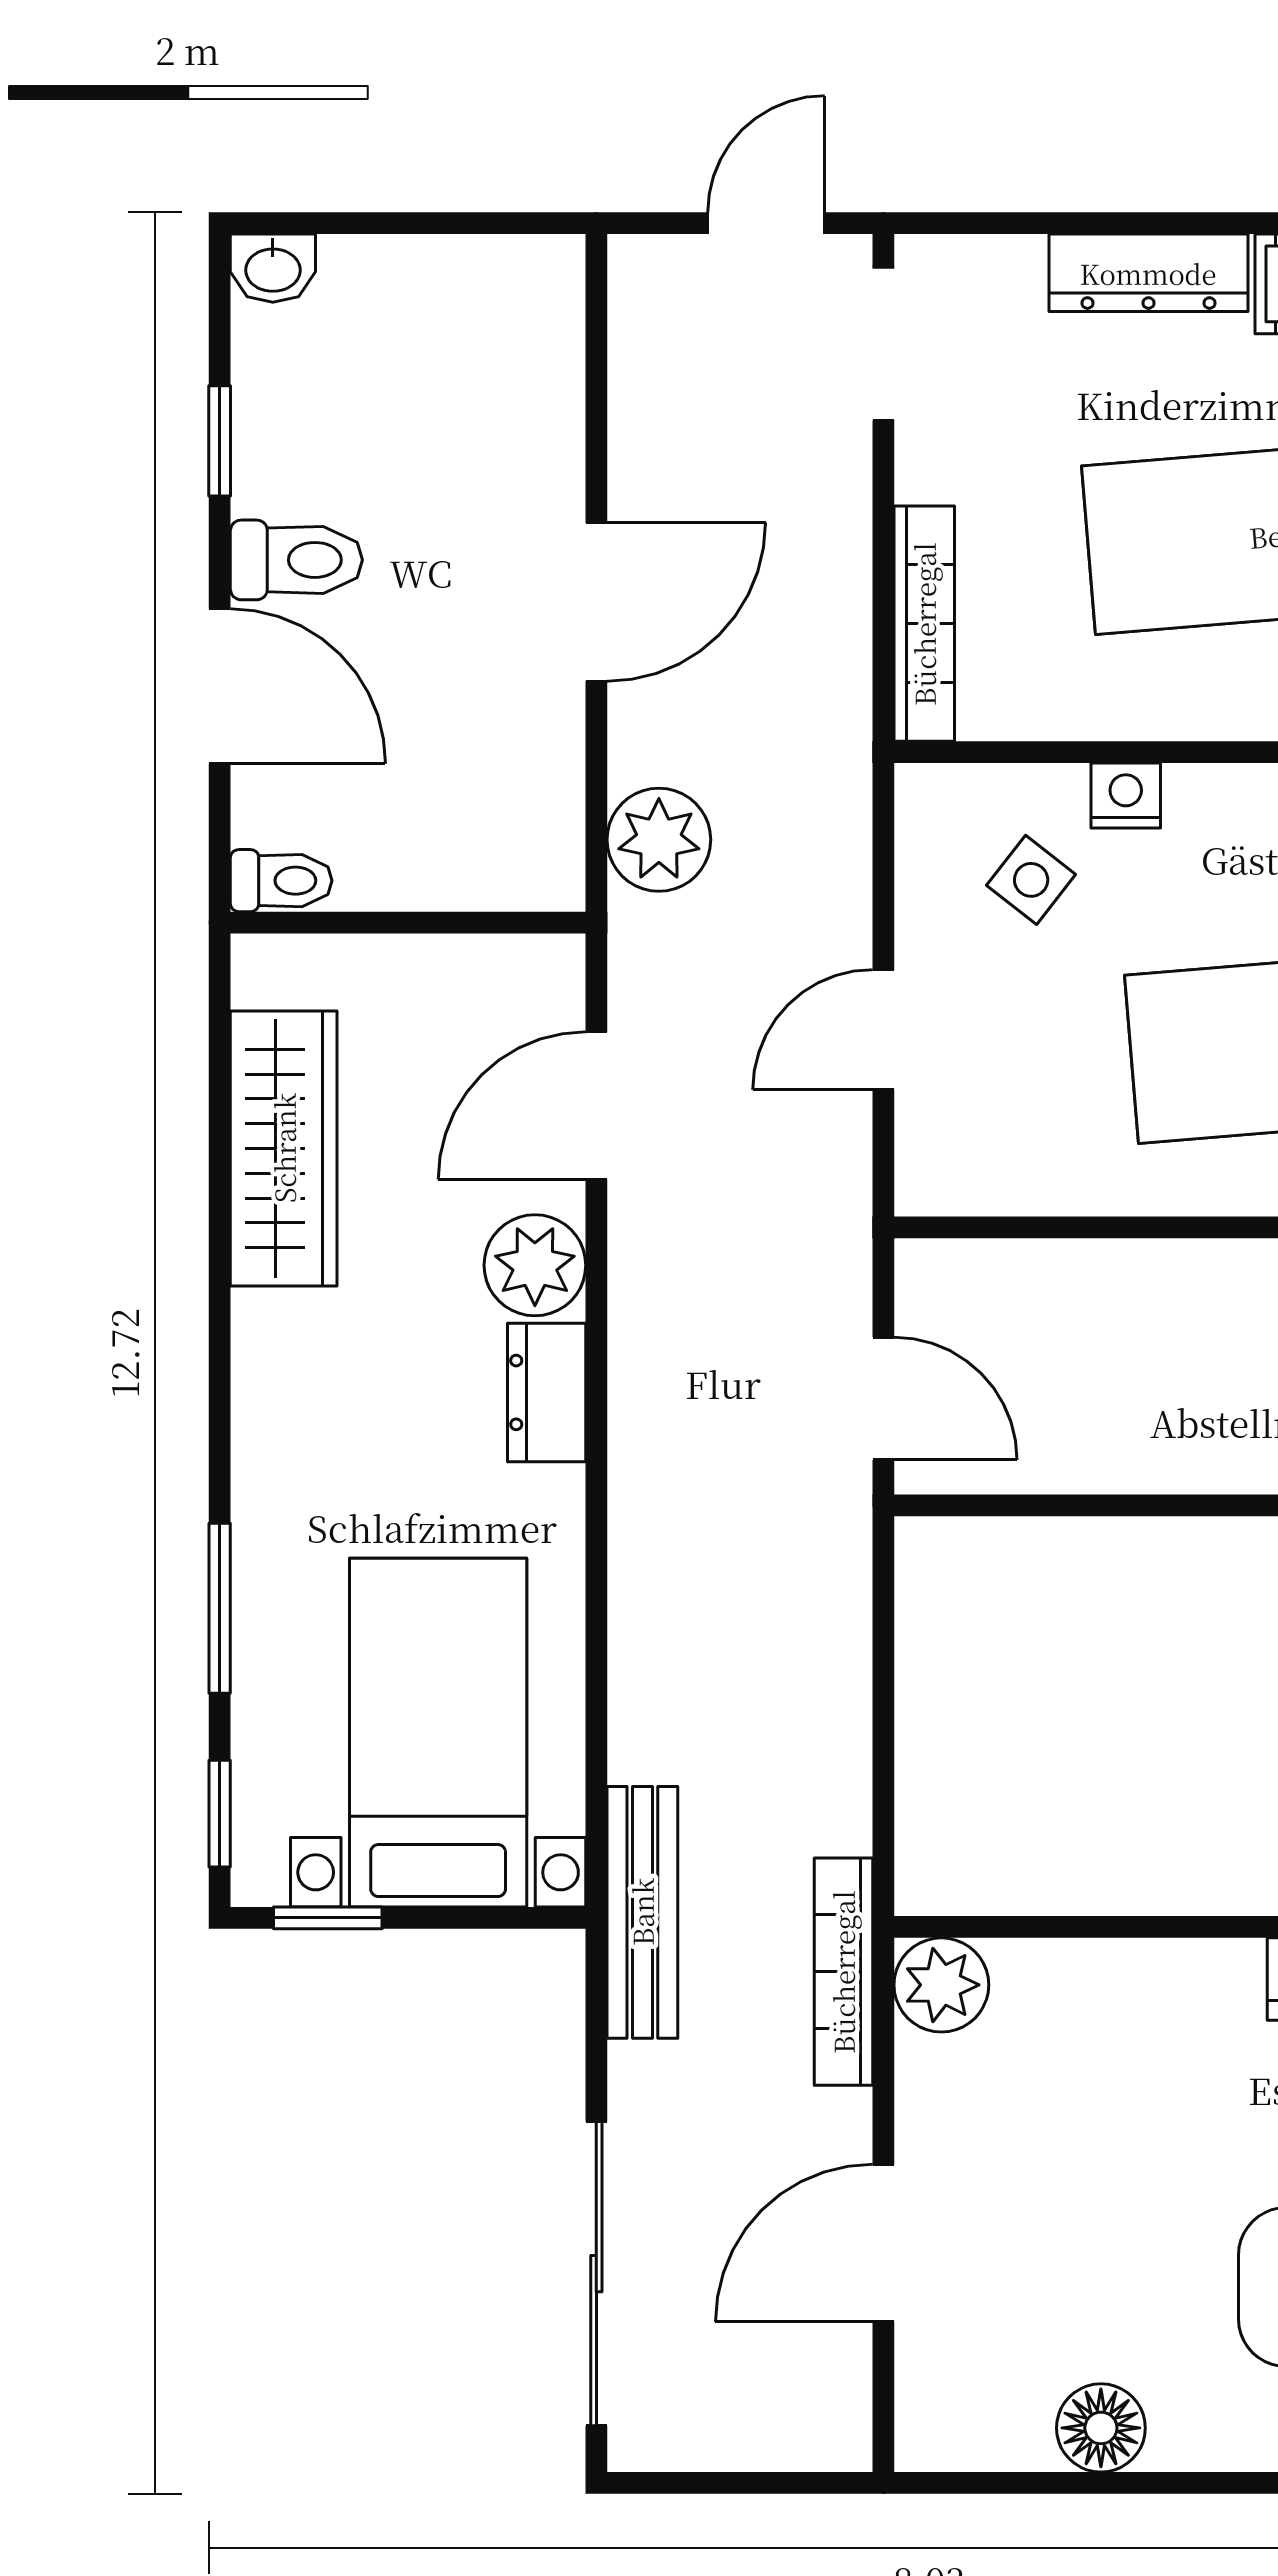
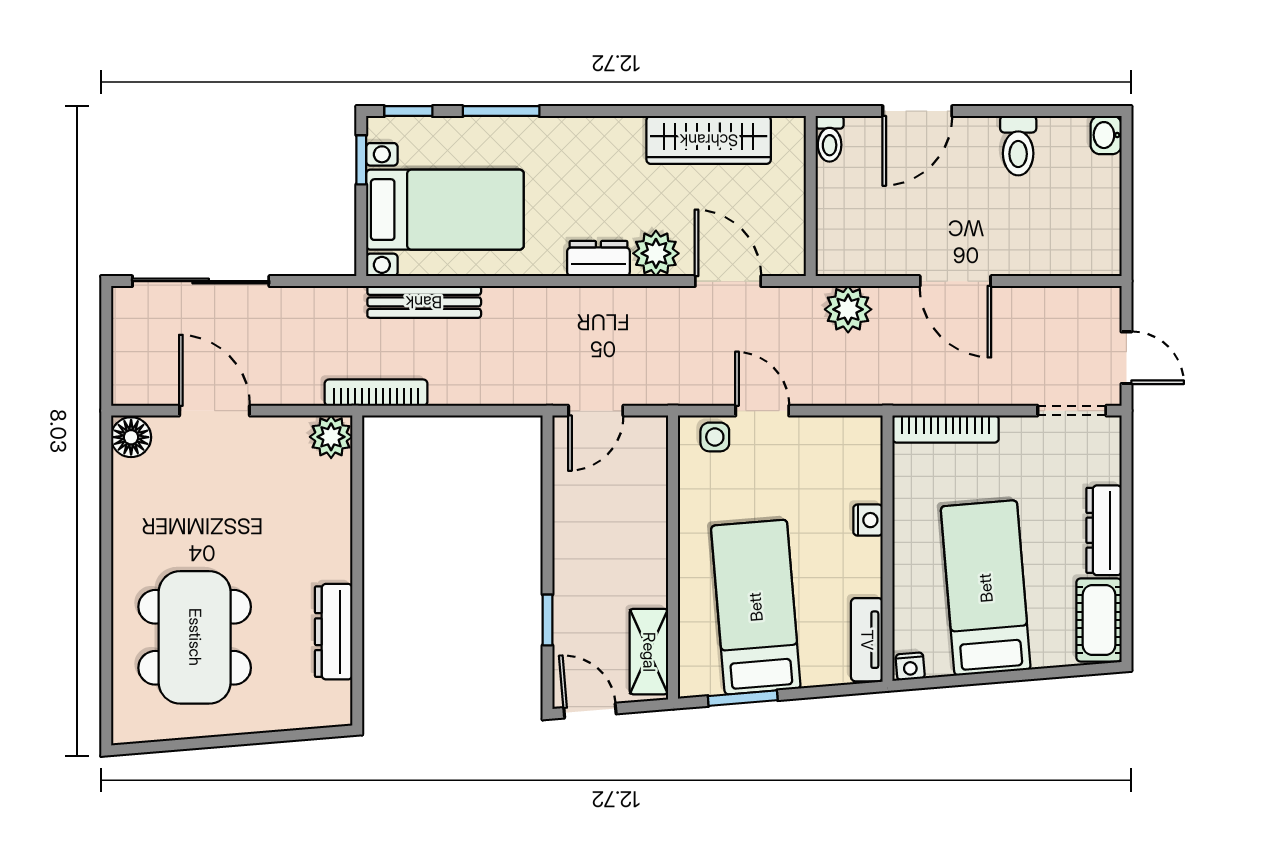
window: (220, 441) -> (1028, 111), removed
toilet: (296, 560) -> (1018, 146), moved
side table: (1031, 880) -> (715, 437), moved, turned -38
bench: (642, 1912) -> (424, 302), moved
bookcase: (843, 1972) -> (376, 393), moved
floor lamp: (1101, 2428) -> (131, 437), moved

